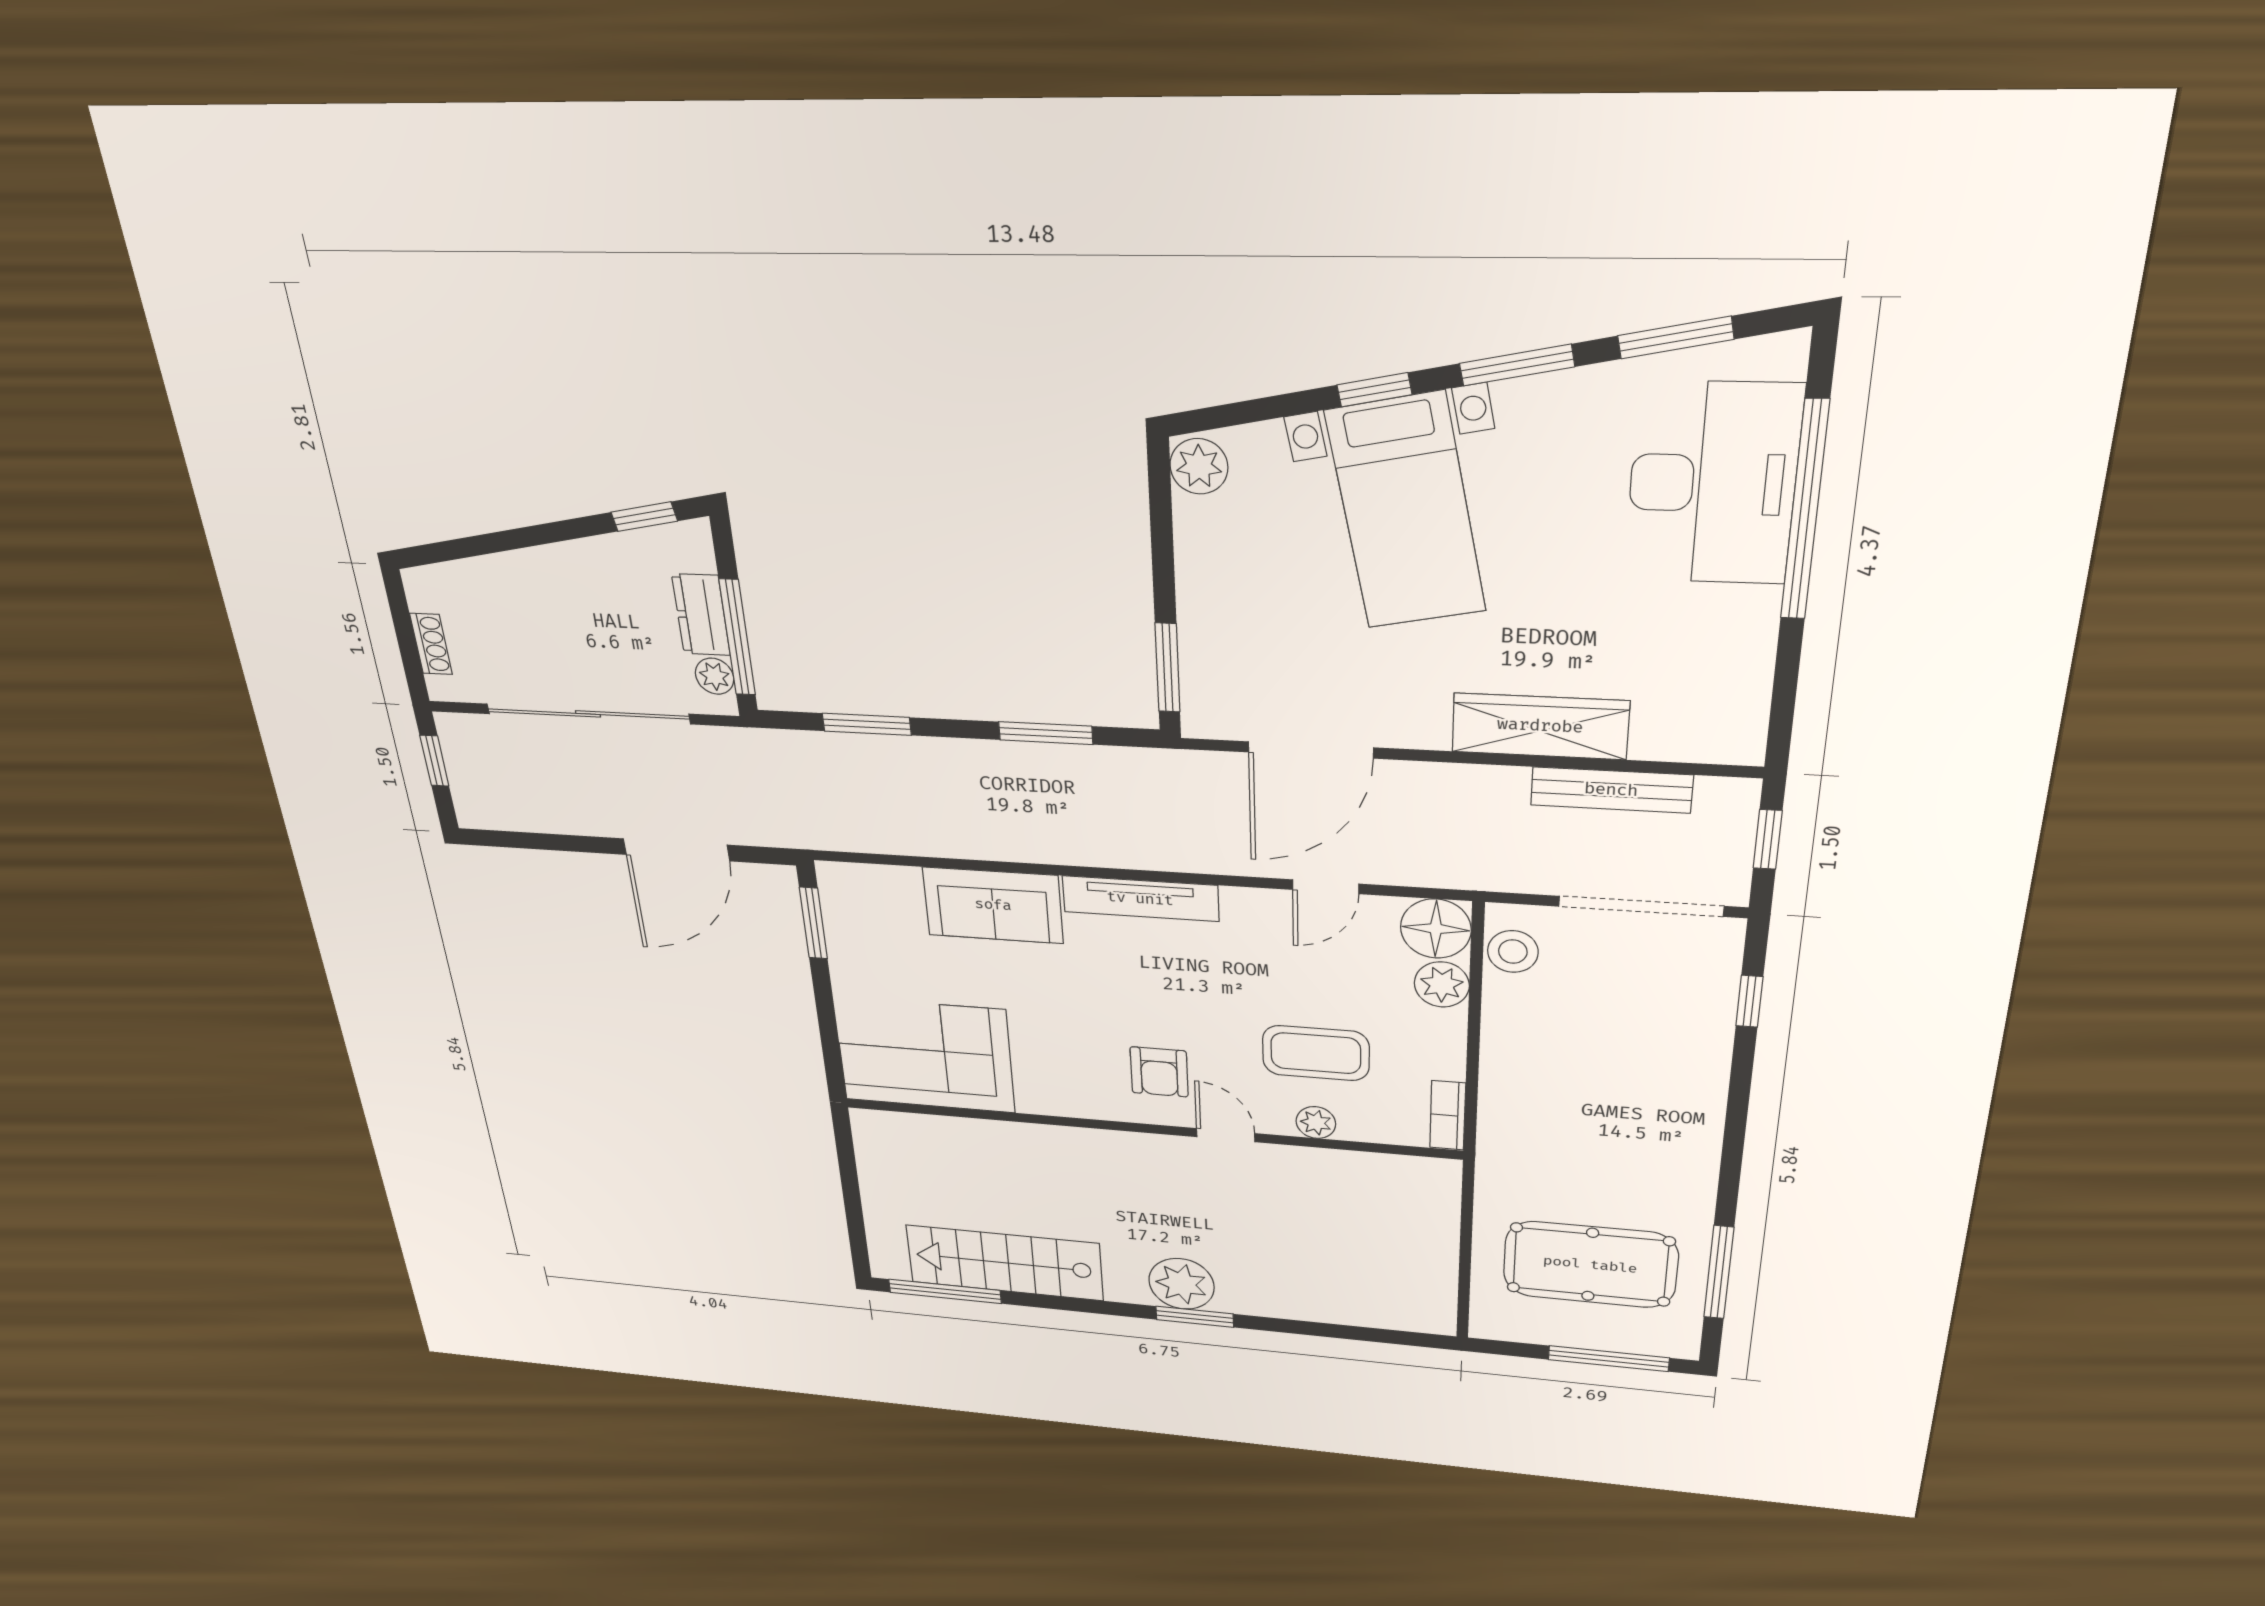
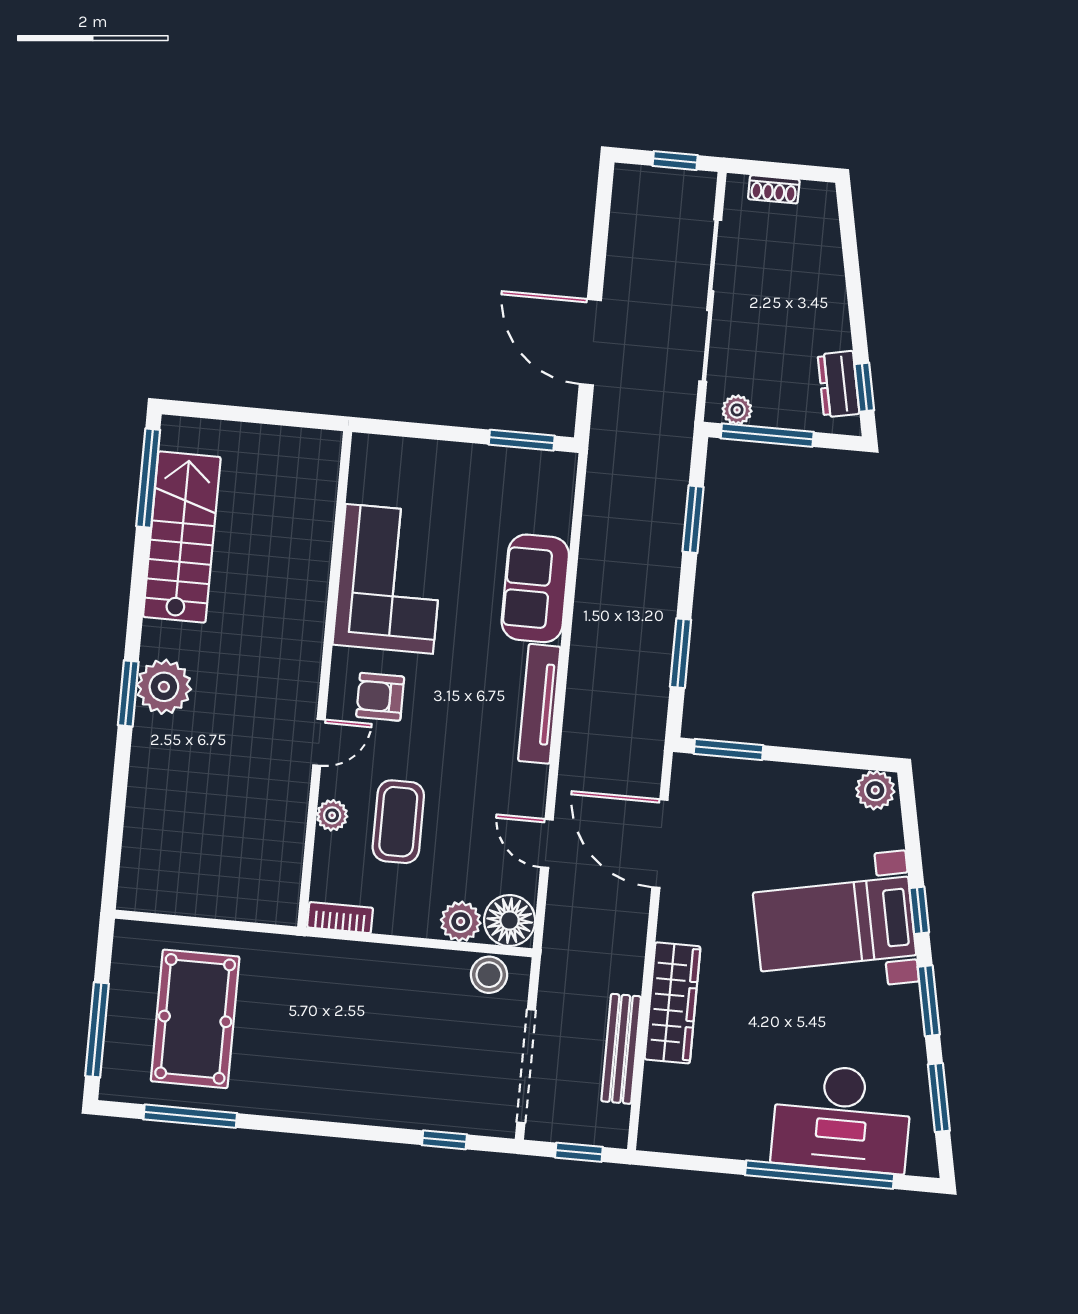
dresser: (701, 615) -> (838, 384), moved, turned -101
corner sofa: (924, 1055) -> (389, 579), moved

